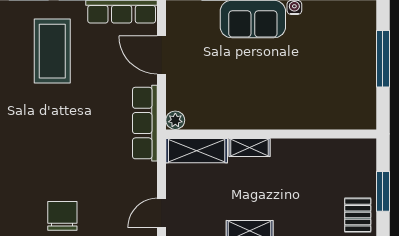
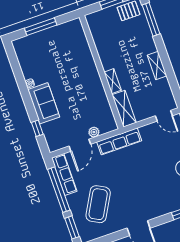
coffee table: (52, 51) -> (98, 204), turned -61
plant: (175, 120) -> (94, 132), moved

